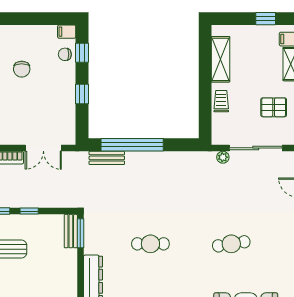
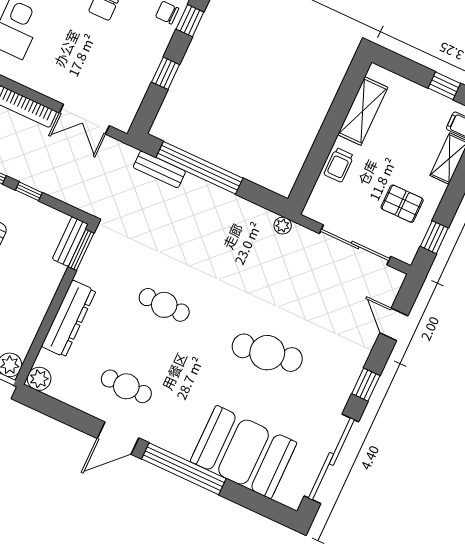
trolley: (221, 101) -> (339, 165), turned 180
plant: (223, 157) -> (283, 226), moved
cafe table: (231, 244) -> (267, 353), width x1.37, depth x1.35

